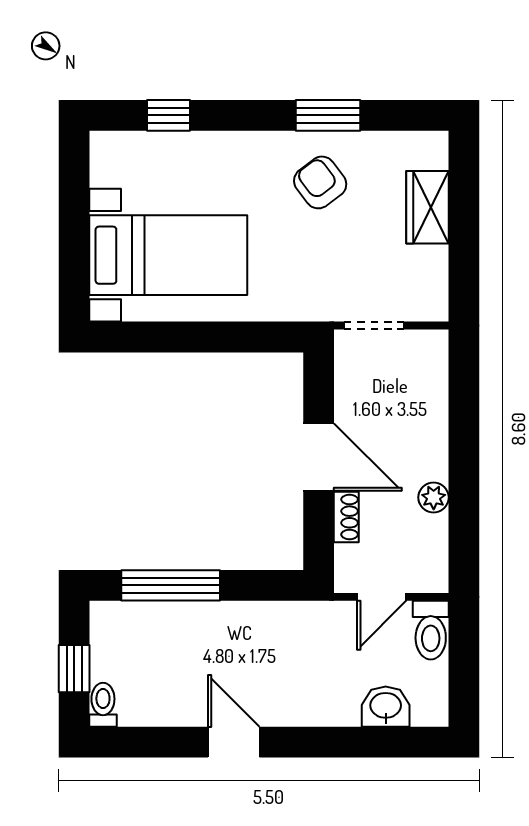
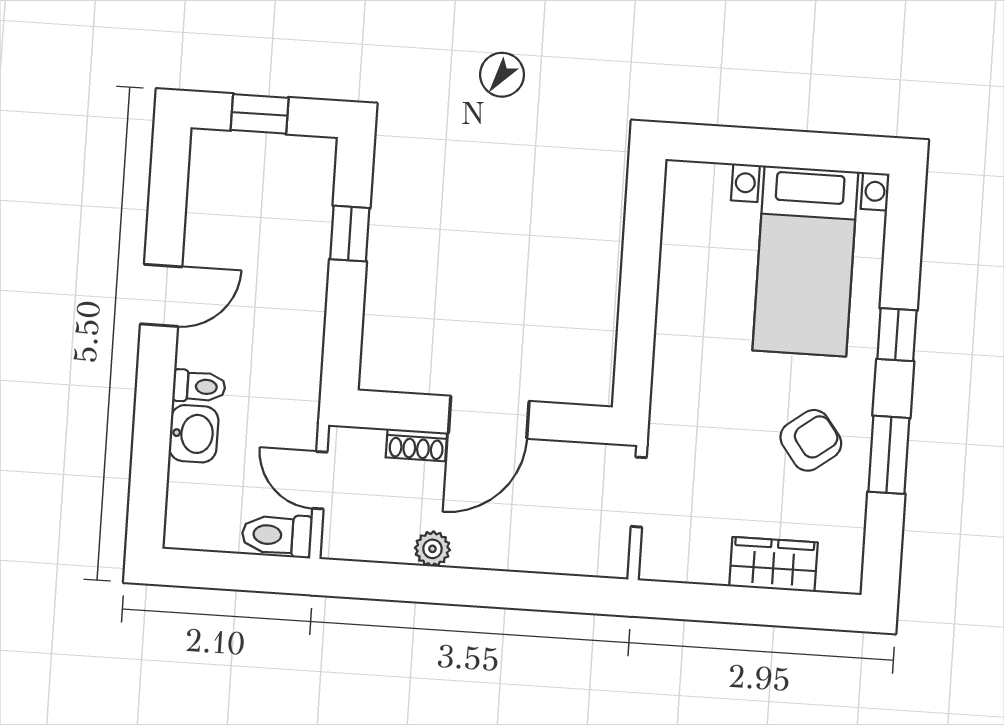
window: (168, 115) -> (897, 335), moved
bed with nightstands: (168, 255) -> (805, 261), moved
window: (171, 585) -> (350, 234), width x0.46
toilet: (103, 705) -> (199, 386), moved
washbasin: (386, 707) -> (194, 434), moved

